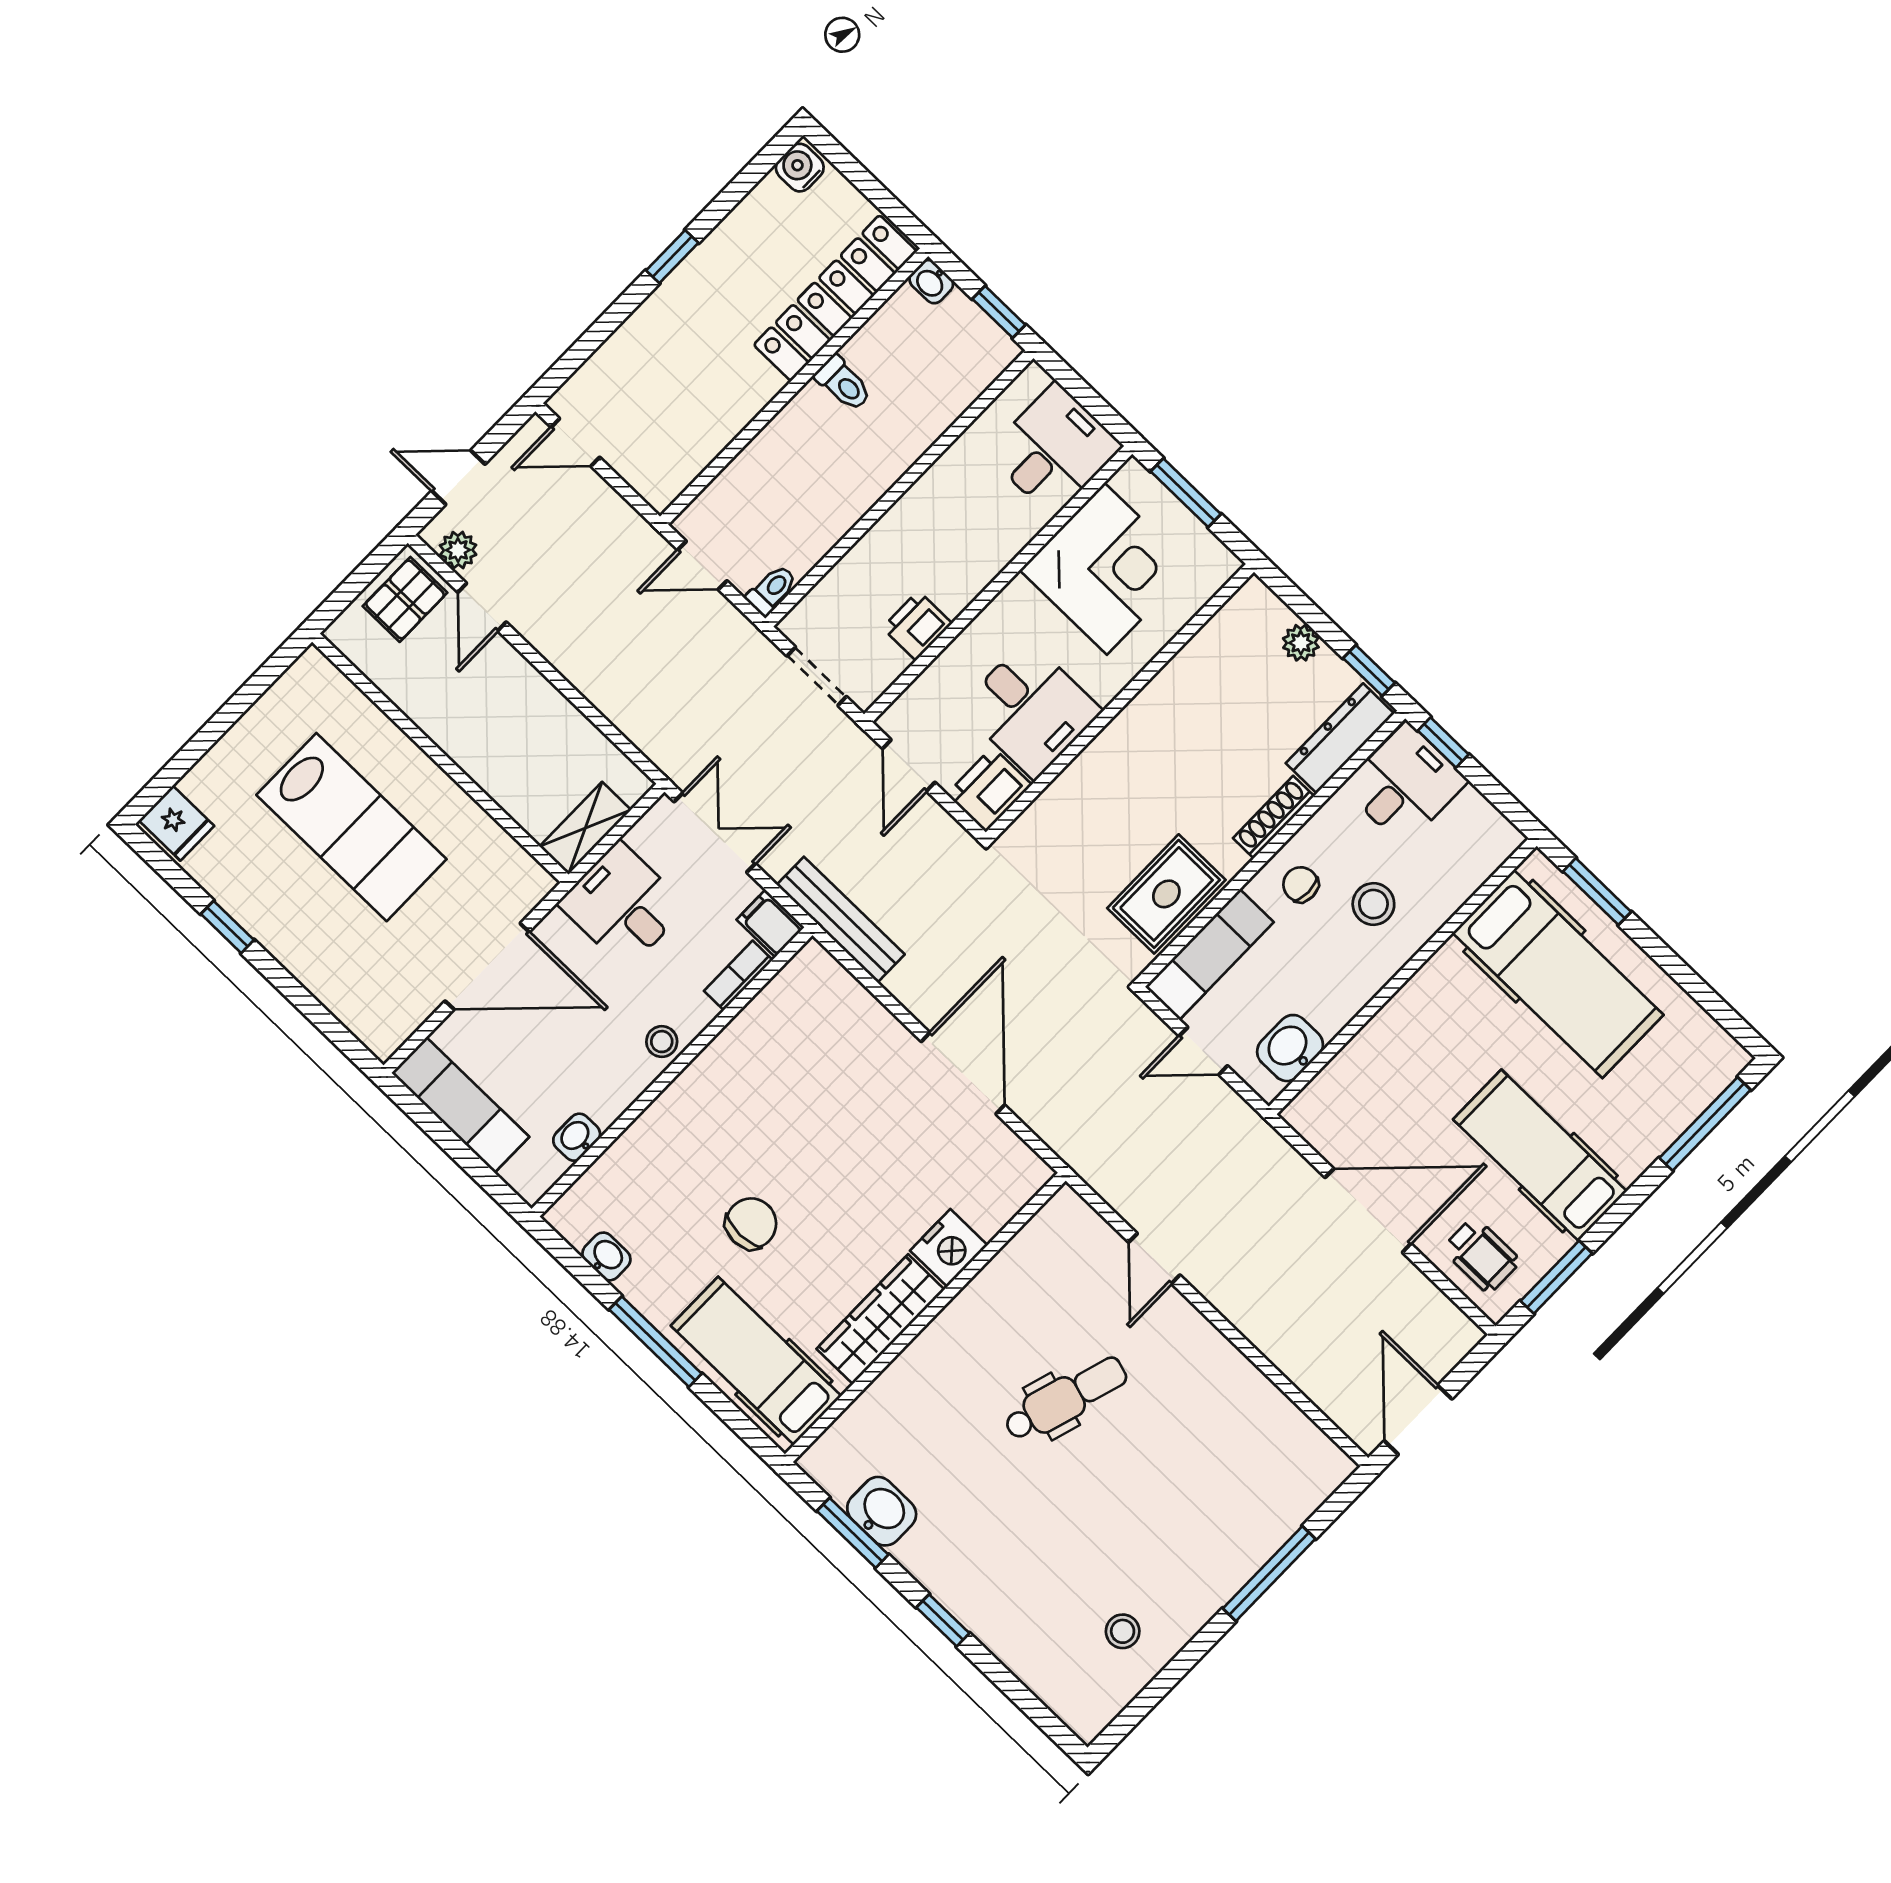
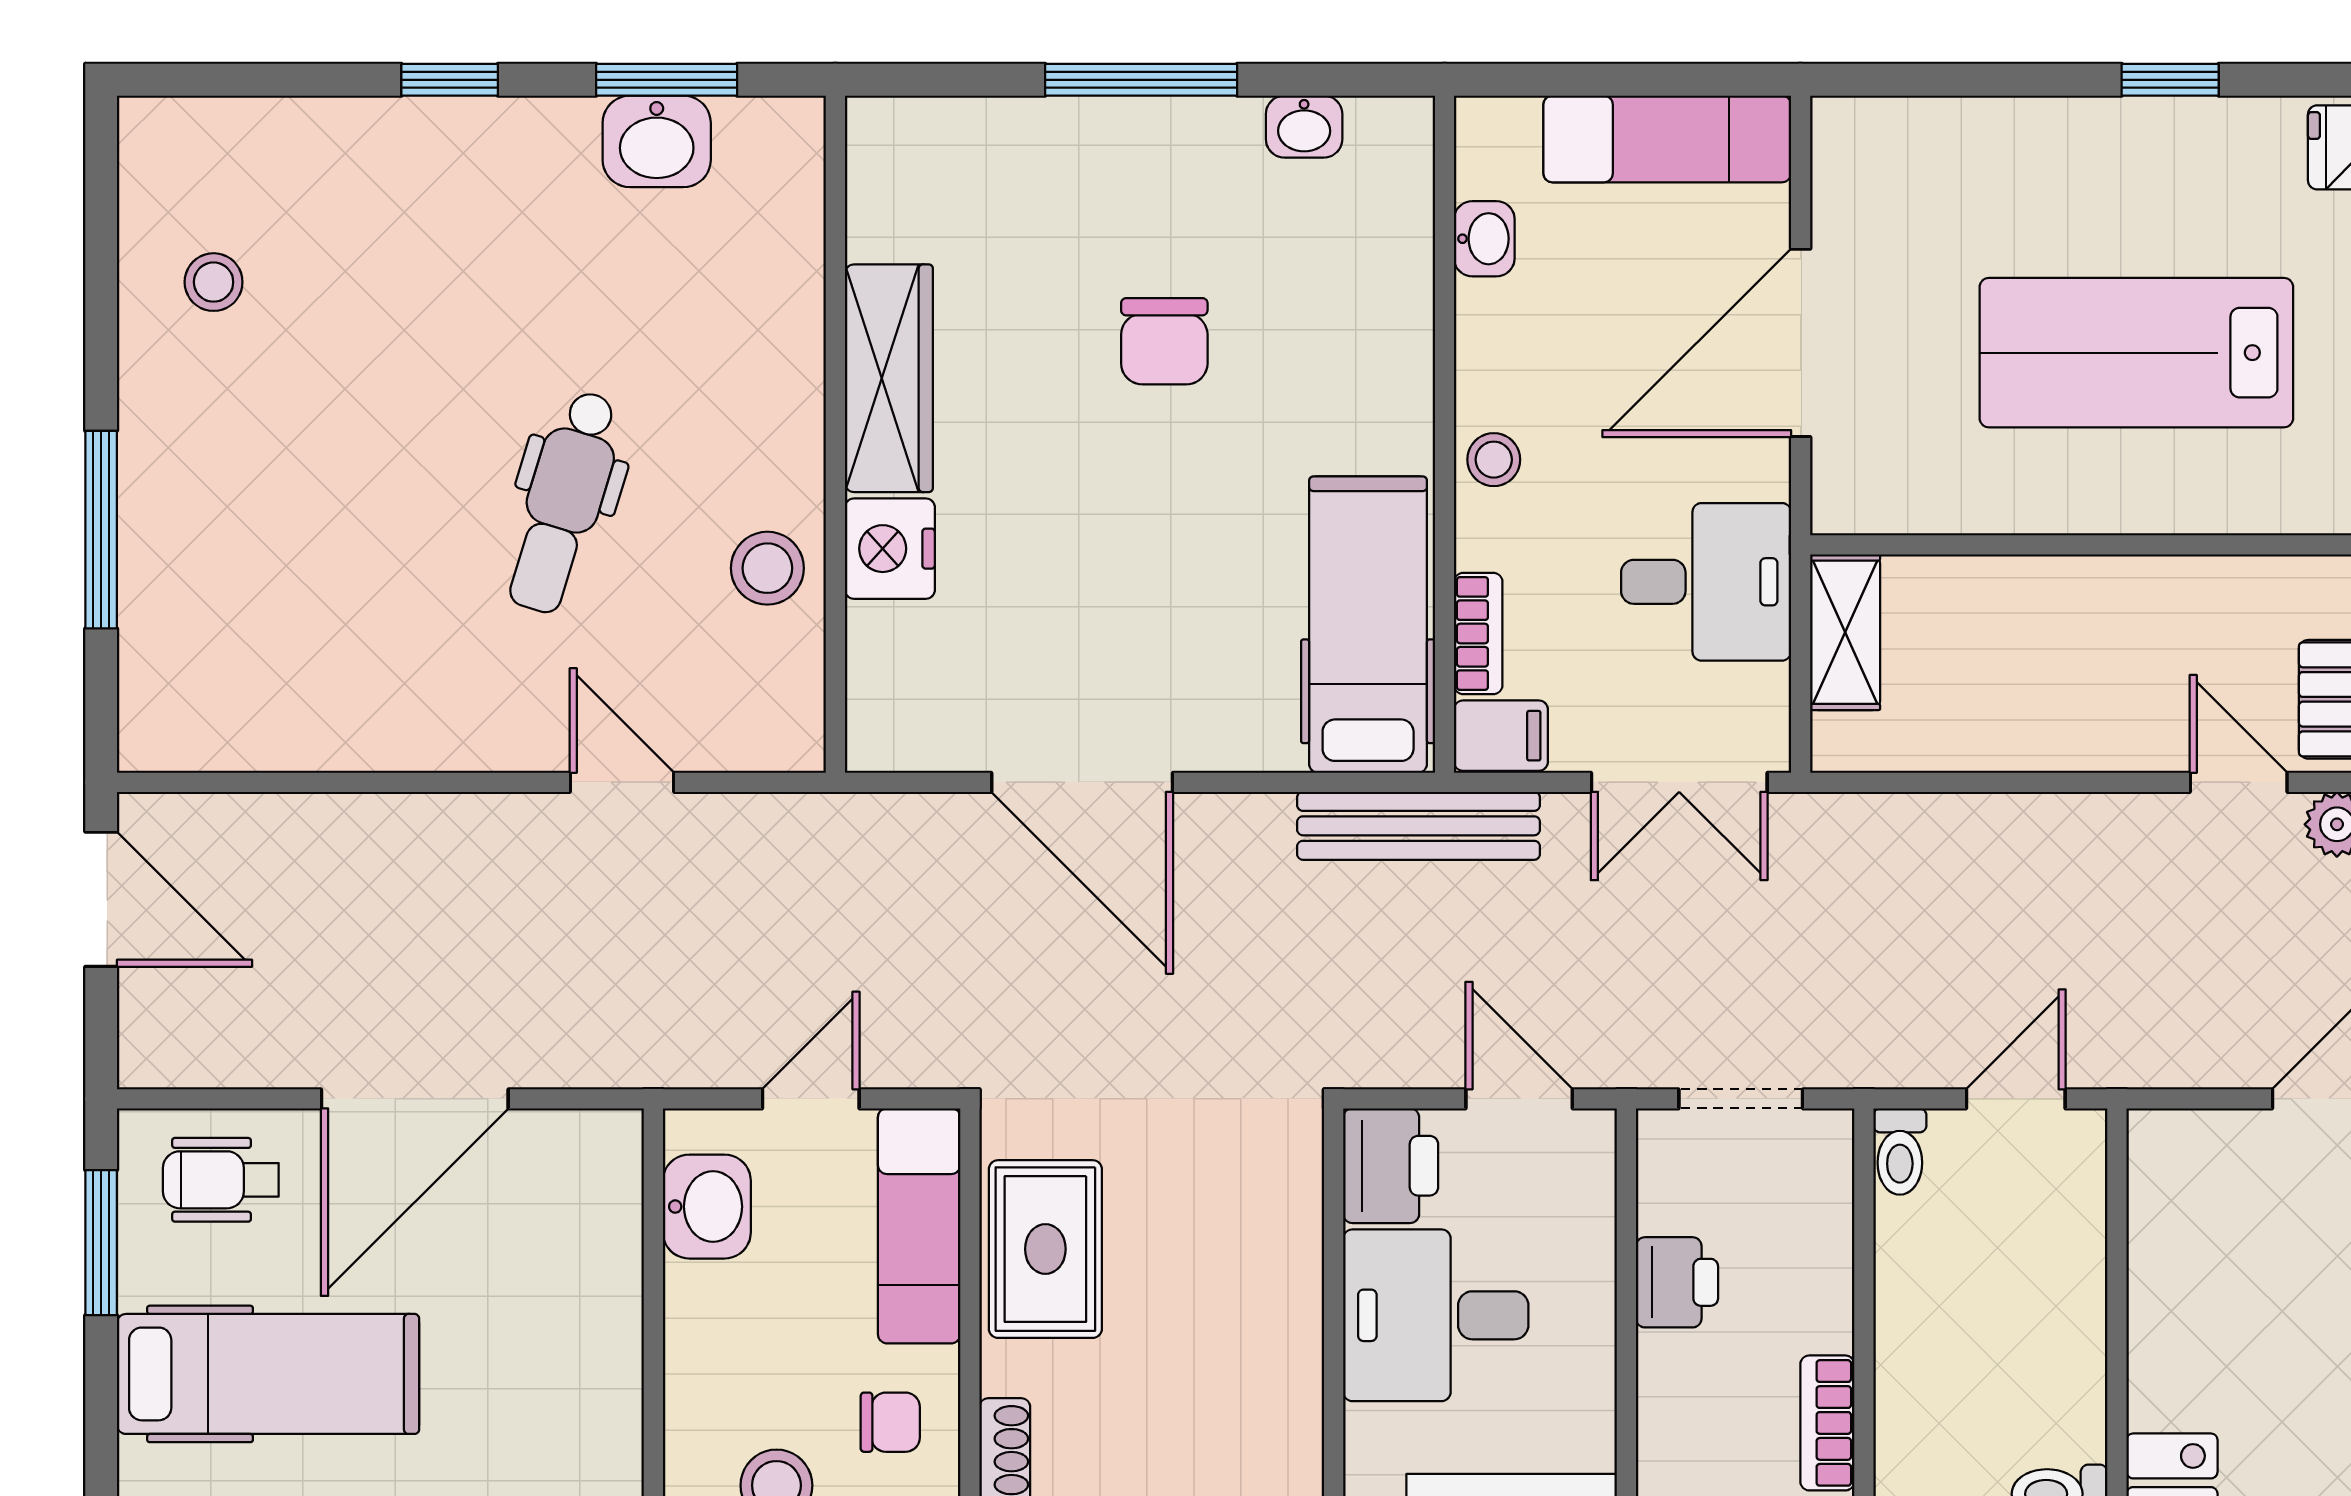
bookcase: (911, 506) -> (1827, 1423), added
stool: (1008, 1289) -> (767, 568), added
hospital bed: (756, 1361) -> (1368, 625), moved, turned -90

